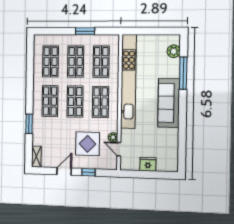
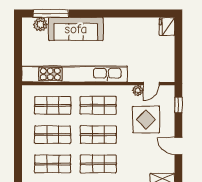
window: (85, 31) -> (18, 124), removed
window: (183, 73) -> (51, 14), moved
sofa: (169, 103) -> (76, 29), moved
fridge: (148, 164) -> (167, 27), moved
window: (88, 172) -> (178, 105), moved

